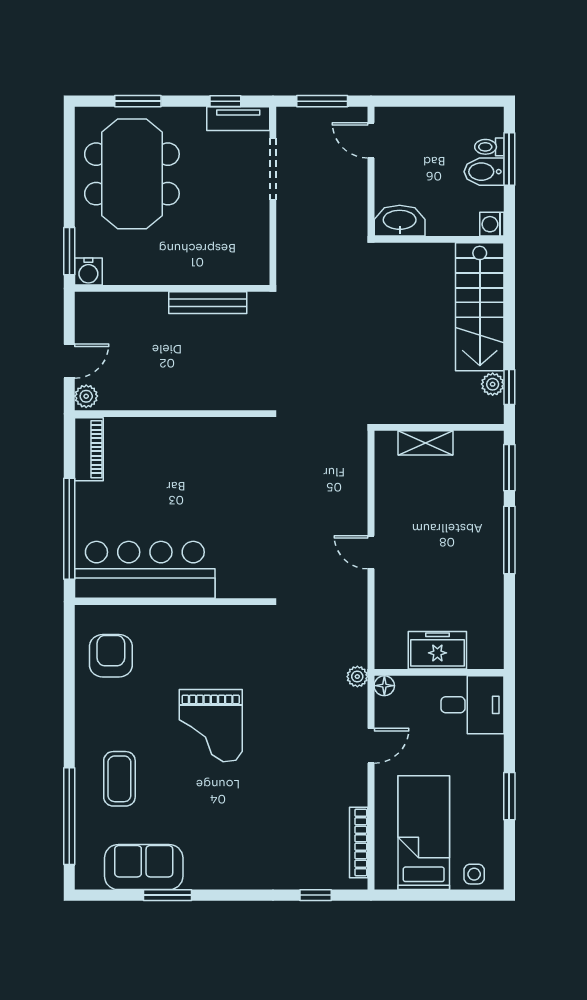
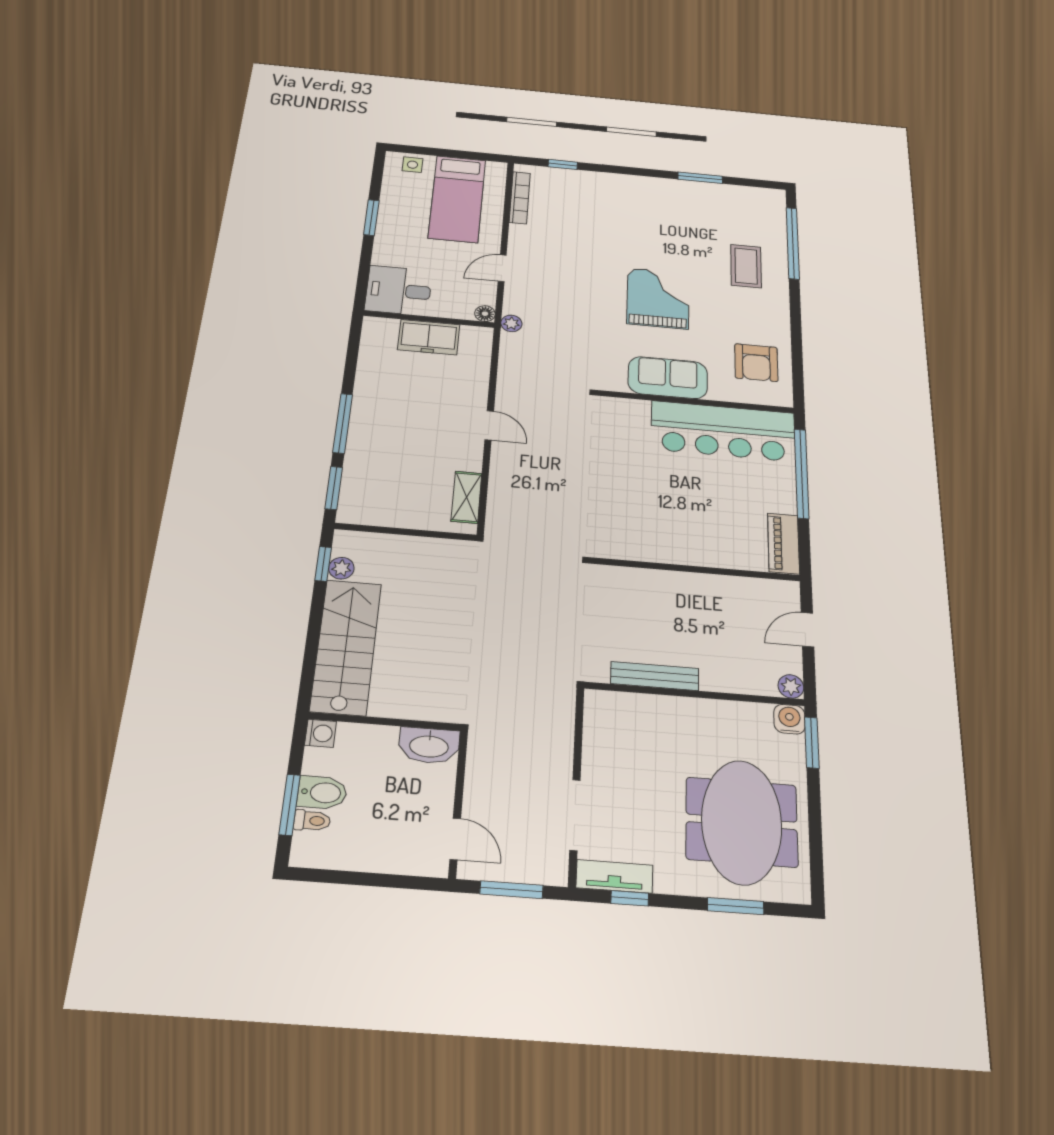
plant: (86, 396) -> (791, 686), moved
shelving: (426, 443) -> (466, 497), moved, turned 90
sofa: (144, 867) -> (668, 378), moved, turned 180

